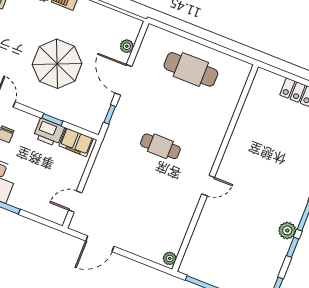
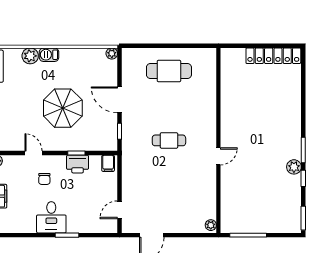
plant: (127, 46) -> (112, 53), moved
filing cabinet: (76, 142) -> (108, 163), width x0.50

